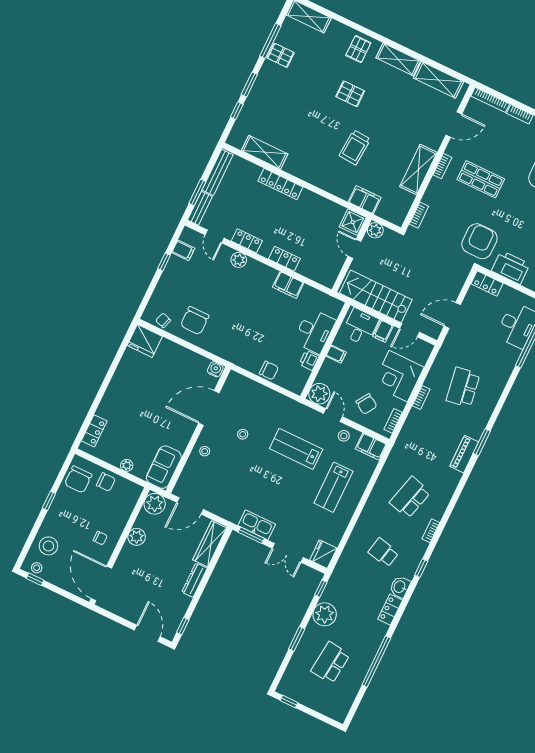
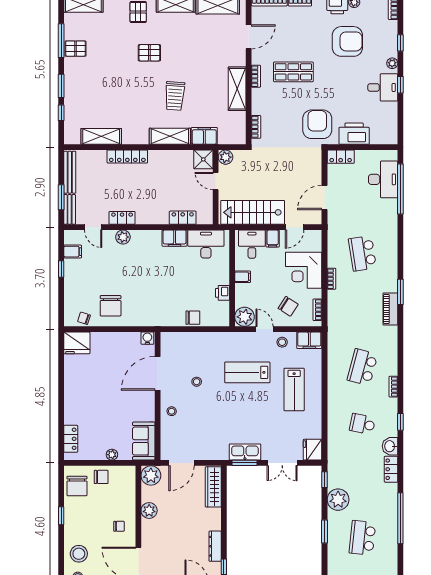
shelving: (331, 184) -> (170, 136), added
locker: (284, 259) -> (183, 218), moved
desk: (314, 331) -> (206, 244), moved, turned -90
dresser: (194, 580) -> (215, 546), moved

